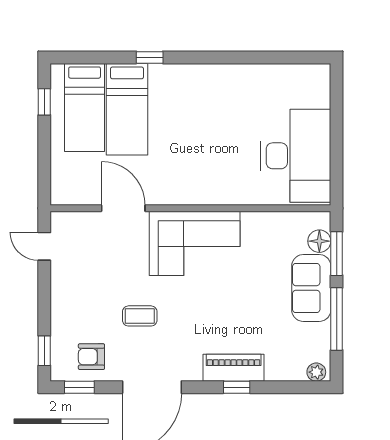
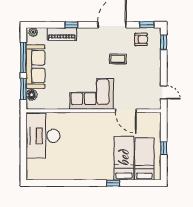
window: (44, 102) -> (164, 148), moved
sofa: (311, 288) -> (36, 67), width x1.36
piano: (234, 368) -> (62, 34), moved

